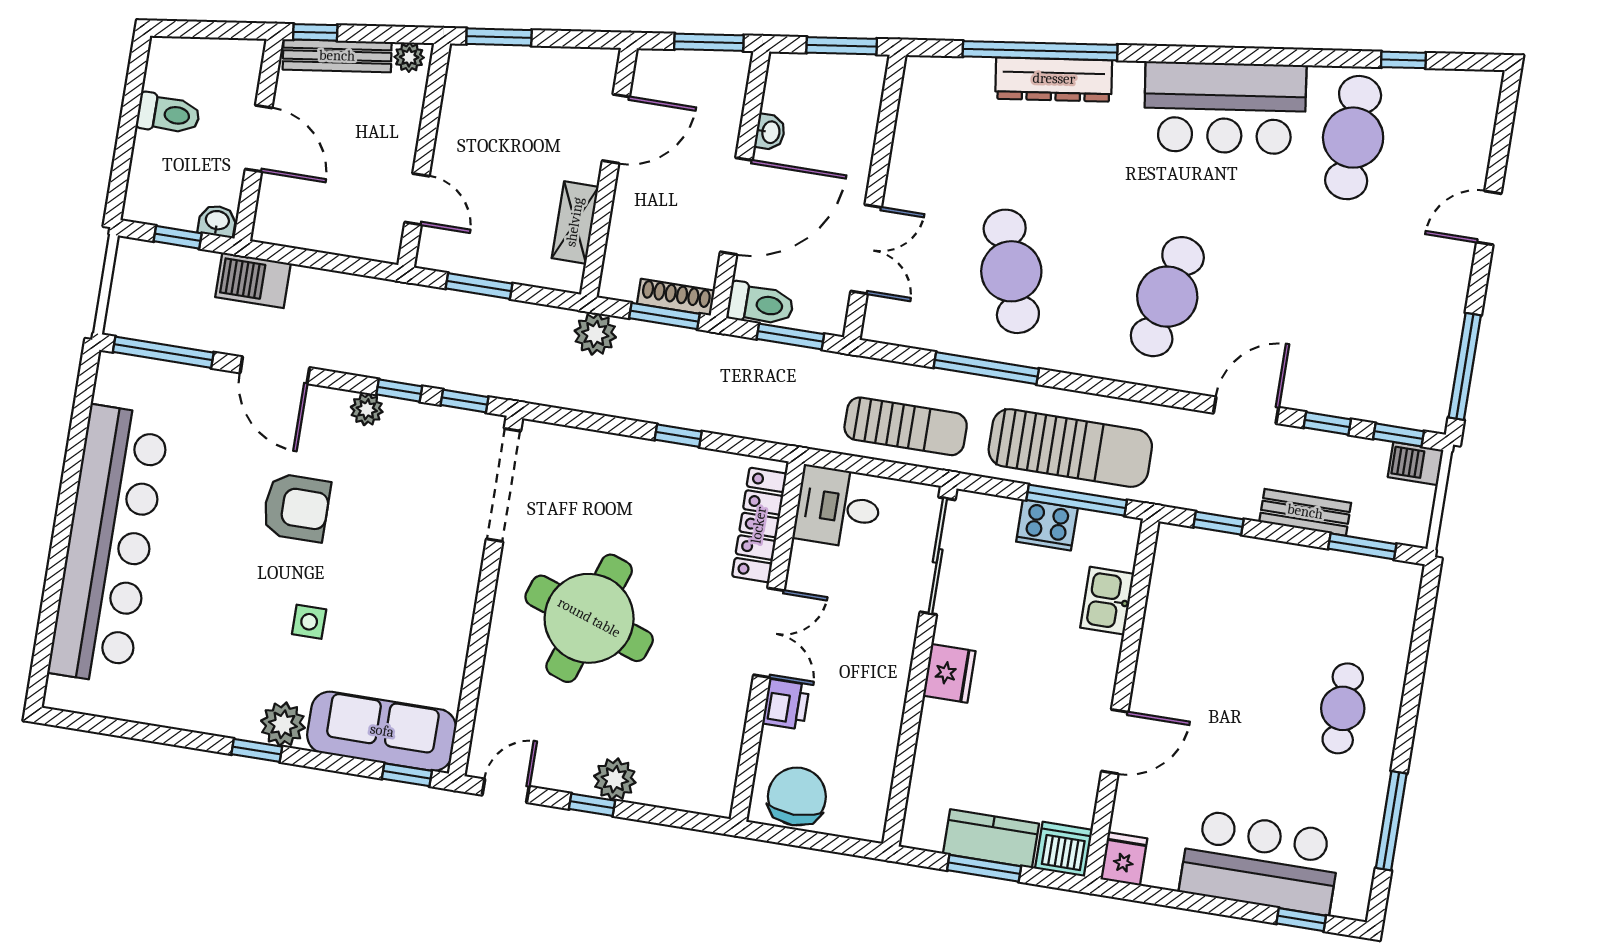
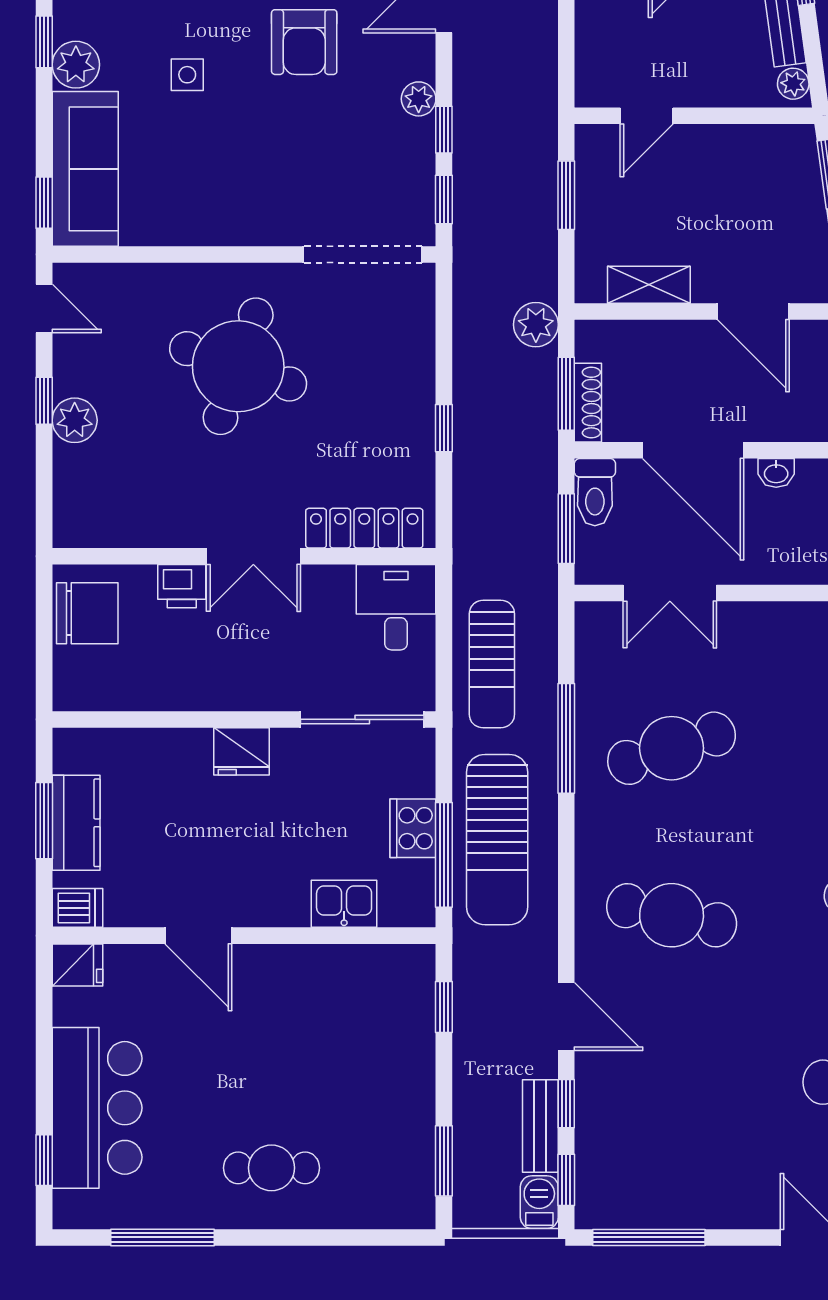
bench: (1305, 512) -> (540, 1126), moved
dishwasher: (1064, 849) -> (77, 908), width x0.73

